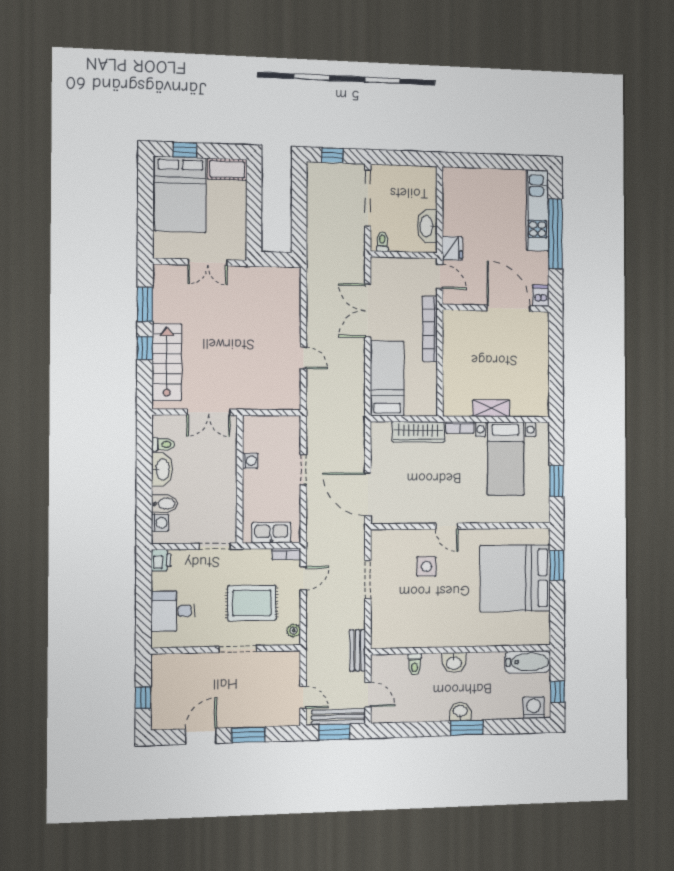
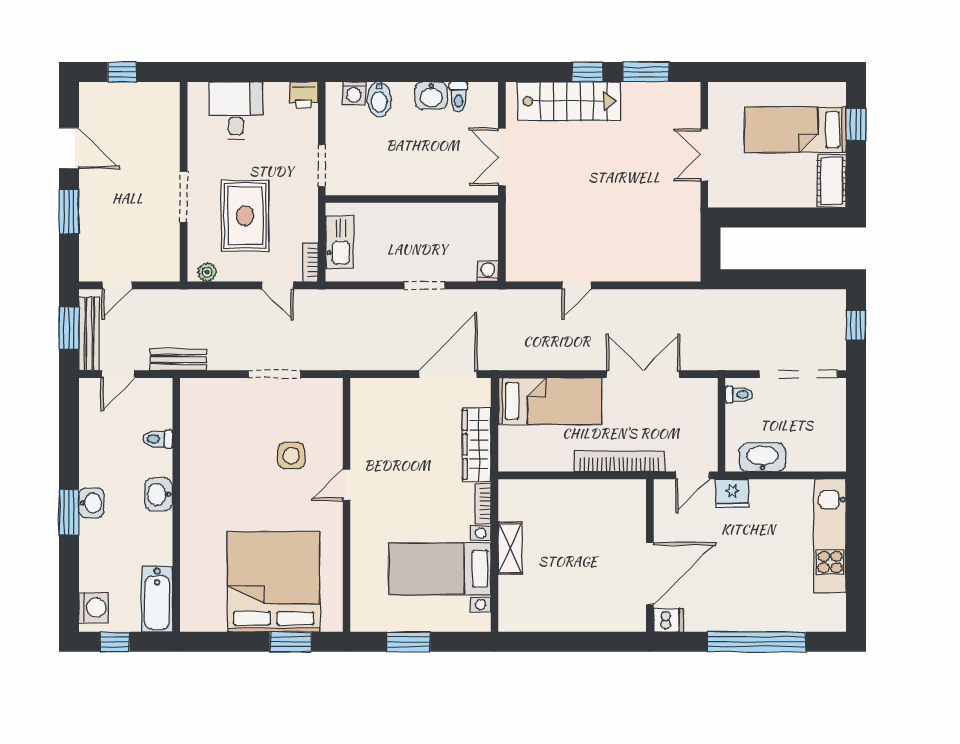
bed: (180, 194) -> (795, 130), width x0.67
kitchen unit: (537, 211) -> (830, 536), moved, turned -90
washing machine: (250, 461) -> (488, 271), moved, turned 180
washbasin: (162, 469) -> (431, 95), width x0.72
door: (368, 494) -> (448, 374), moved

